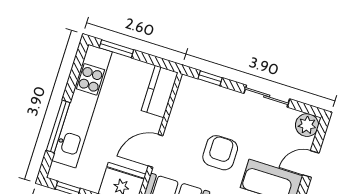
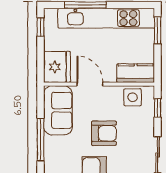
side table: (188, 104) -> (133, 97), added

